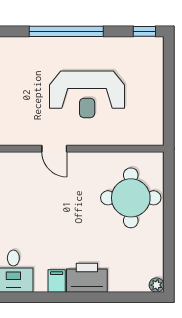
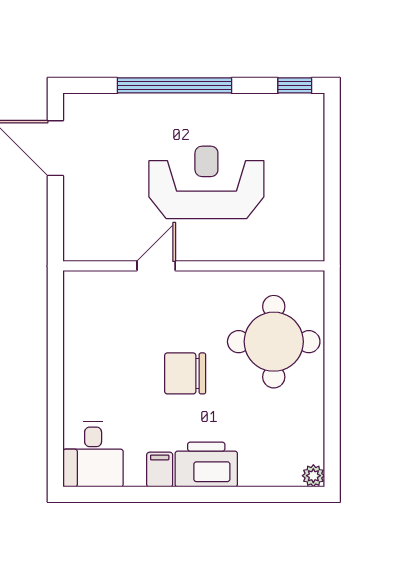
reception desk: (87, 94) -> (206, 182), turned 180
door: (54, 149) -> (156, 266), swing flipped
chair: (73, 219) -> (185, 373), added

